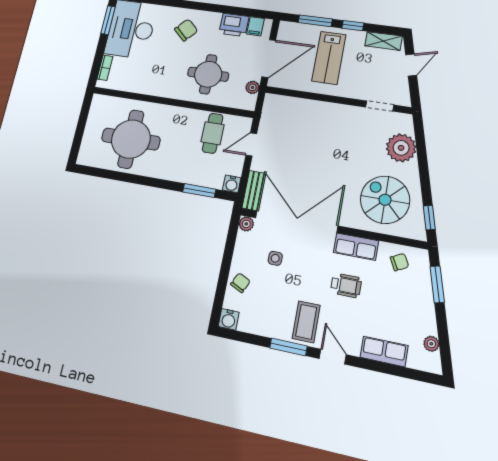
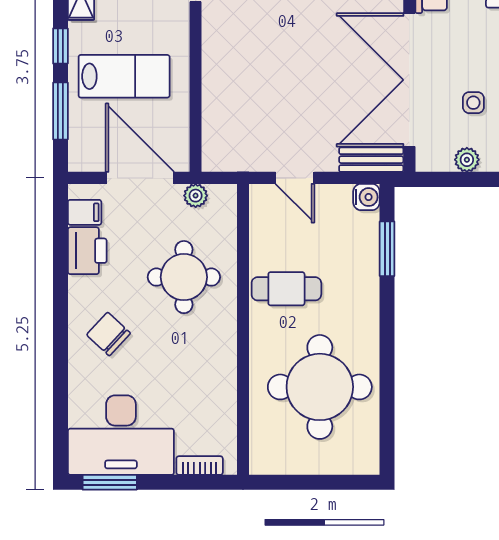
cafe table: (213, 133) -> (286, 289), moved
plant: (246, 224) -> (467, 160), moved

